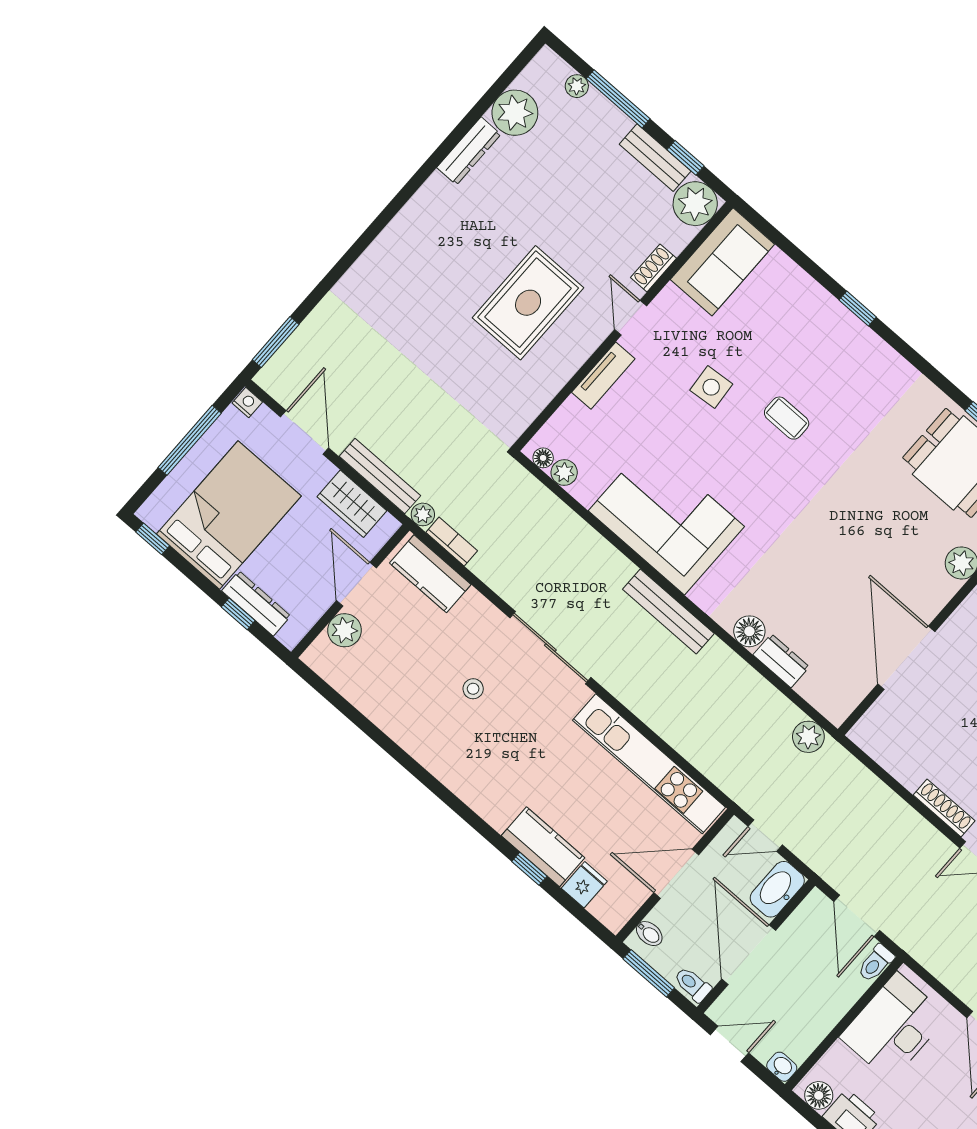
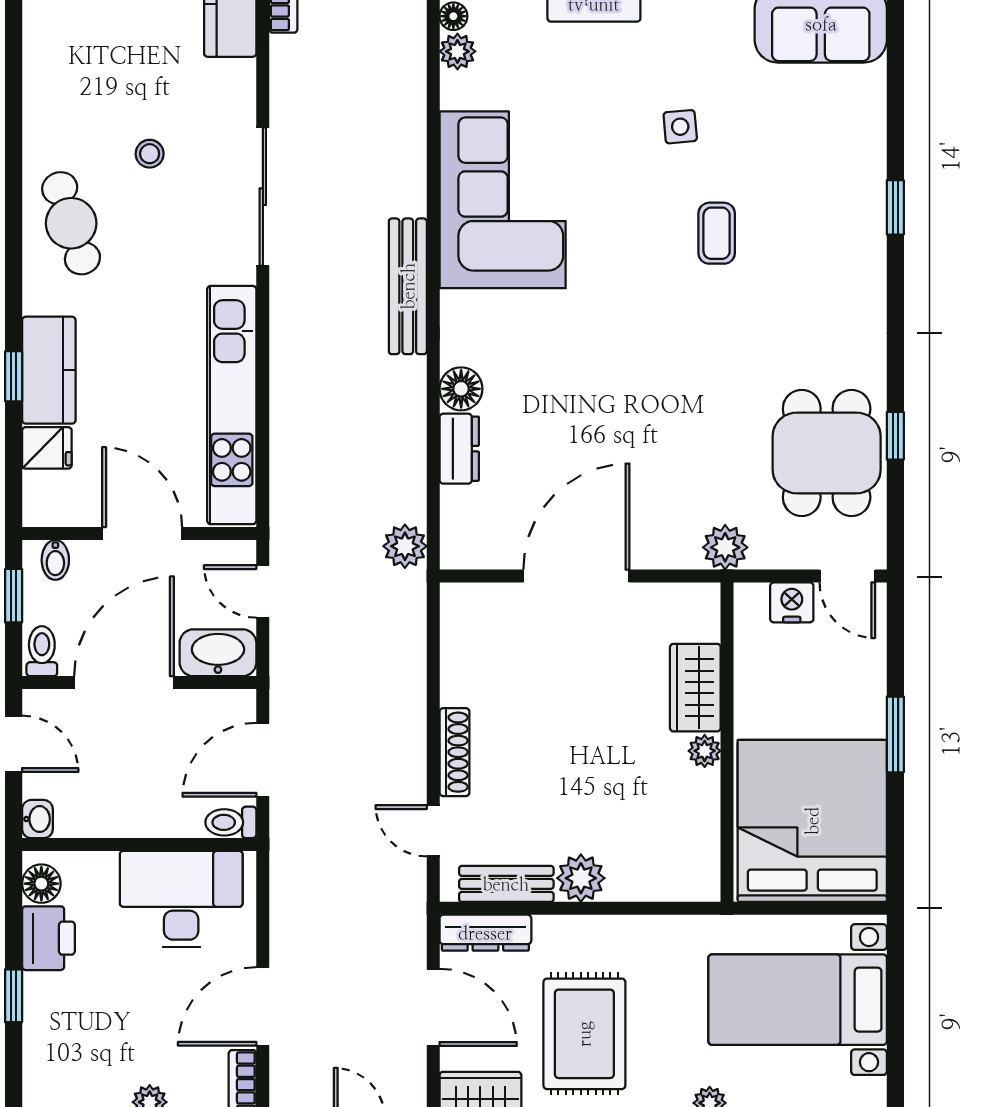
side table: (711, 387) -> (680, 127), width x0.73, depth x0.73
cafe table: (474, 765) -> (71, 223), added
window: (649, 973) -> (14, 596), width x0.67

